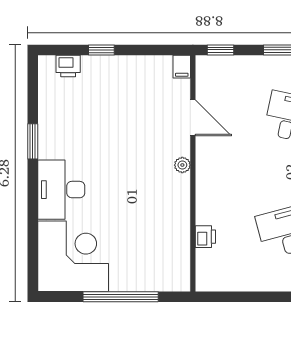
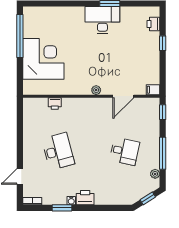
desk: (61, 190) -> (102, 20), moved
corner desk: (73, 256) -> (43, 59), moved, turned -90
window: (121, 297) -> (20, 36), moved

